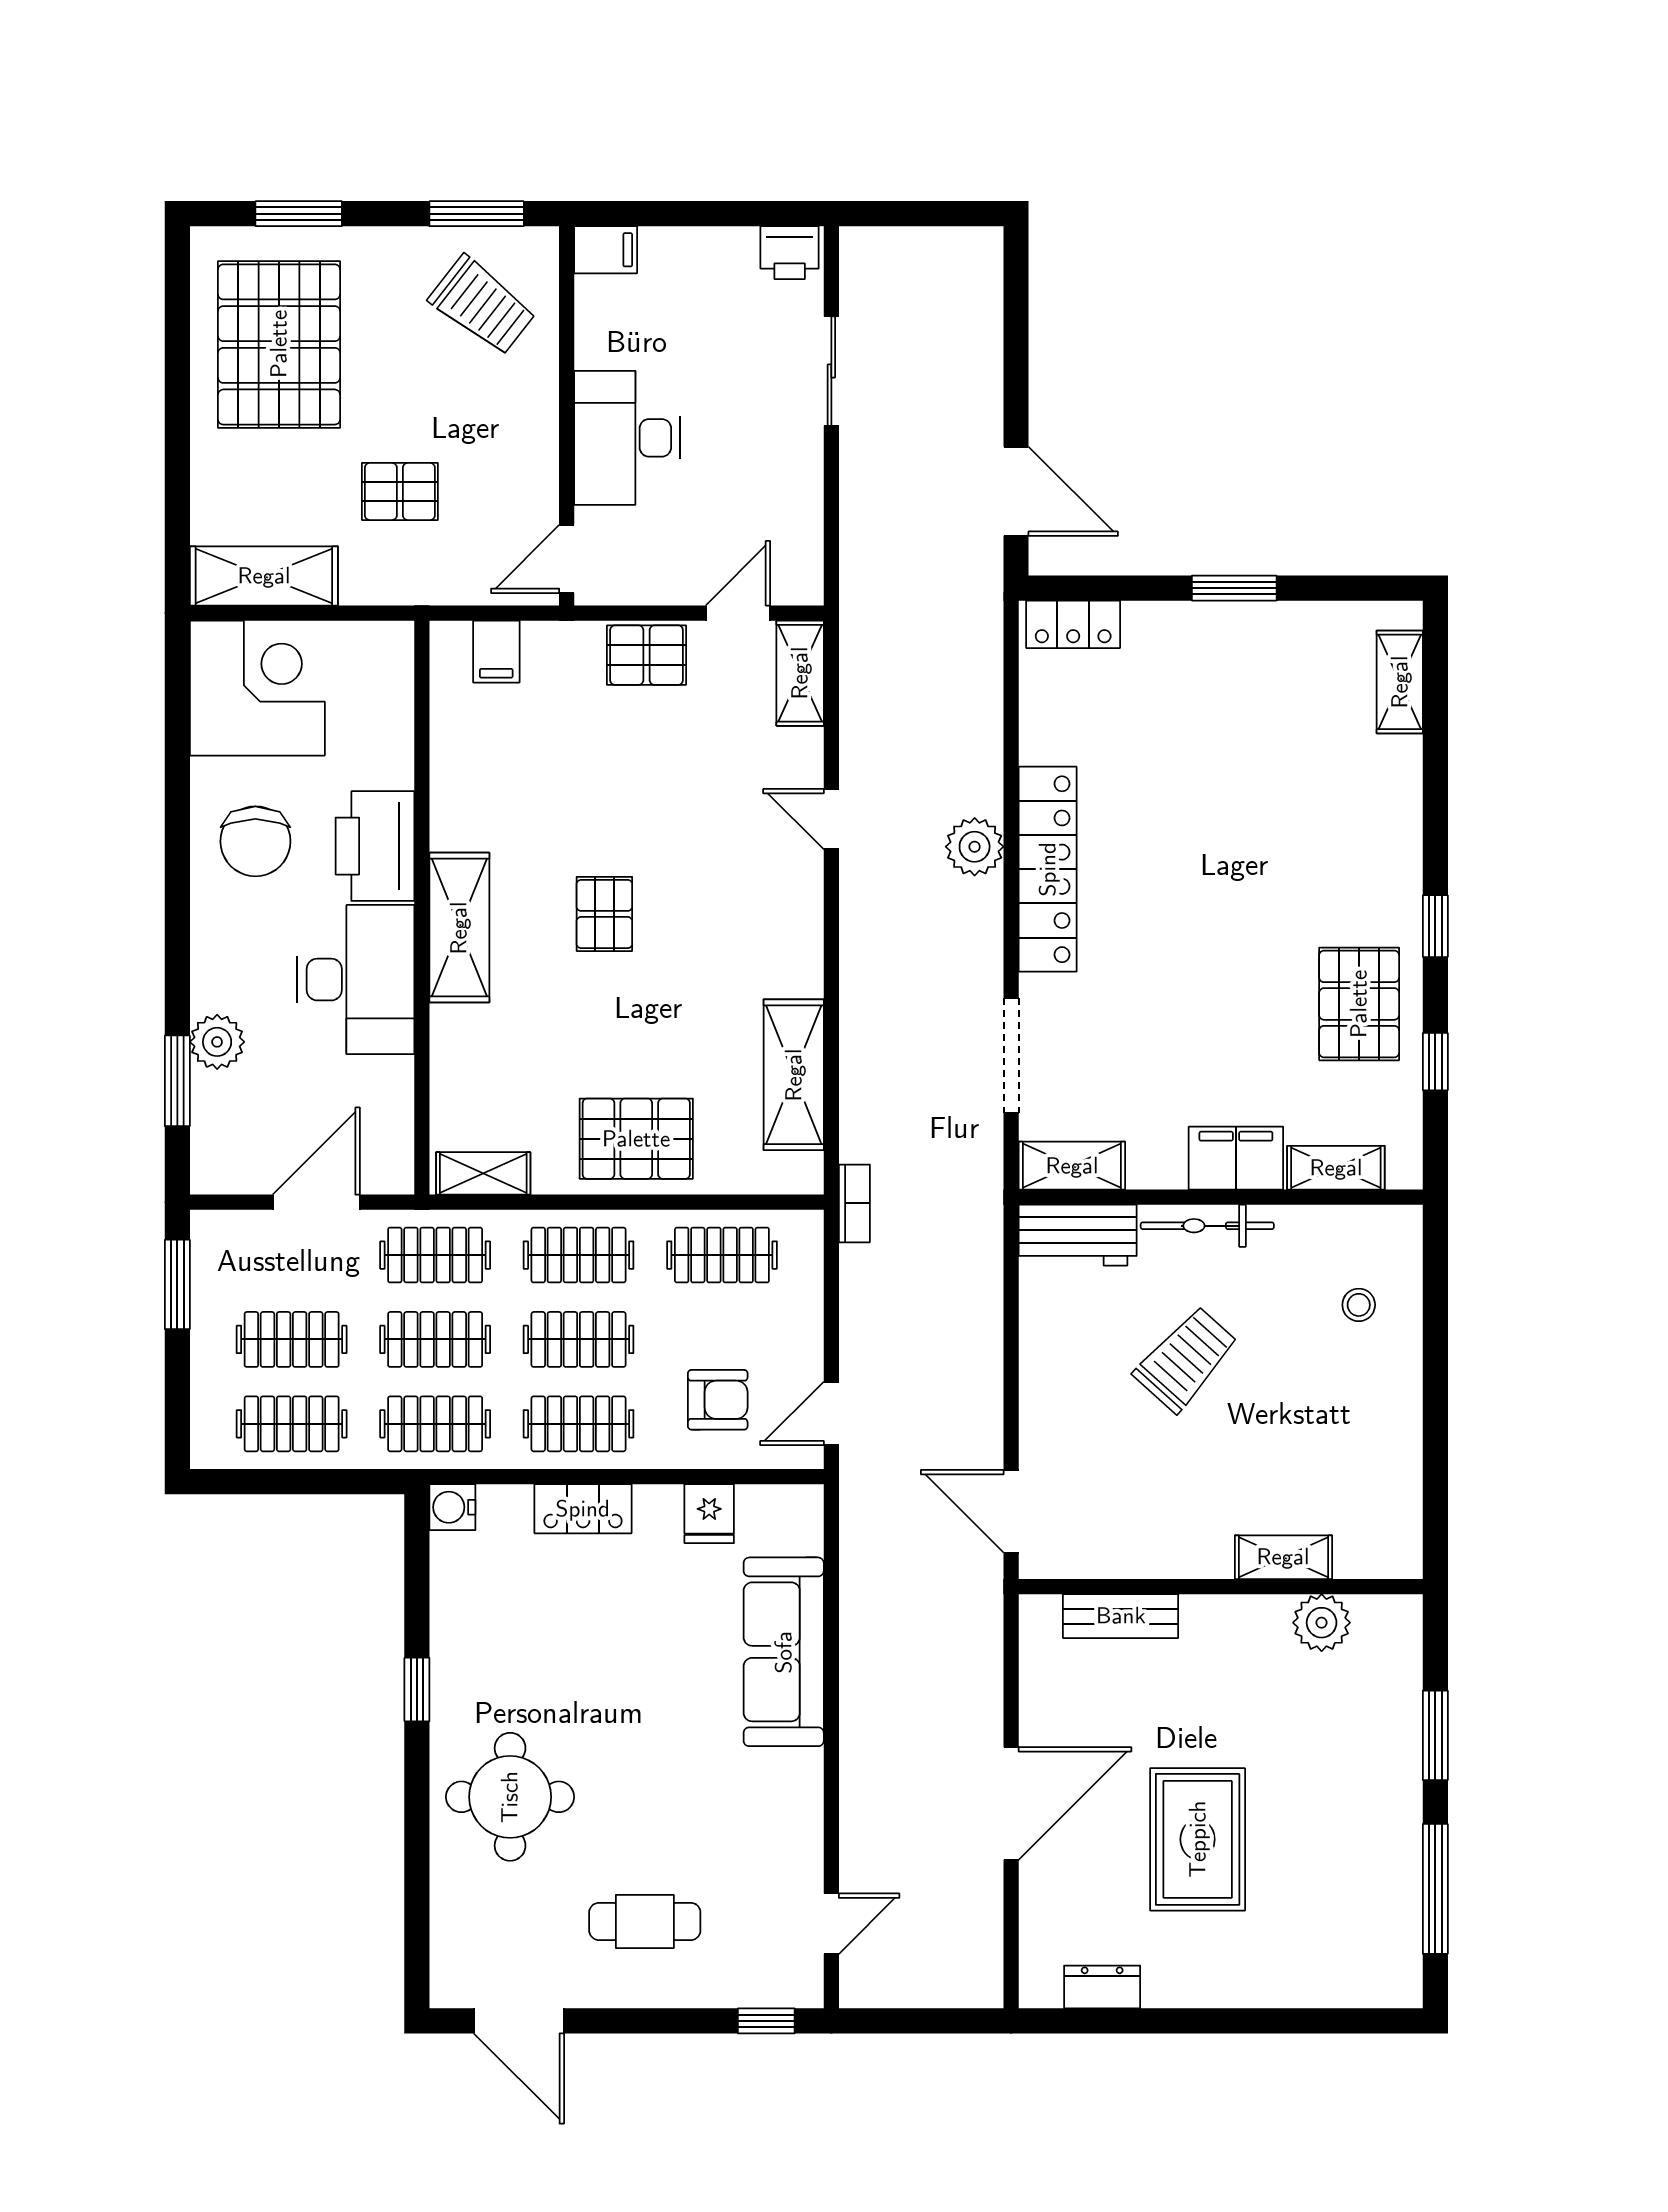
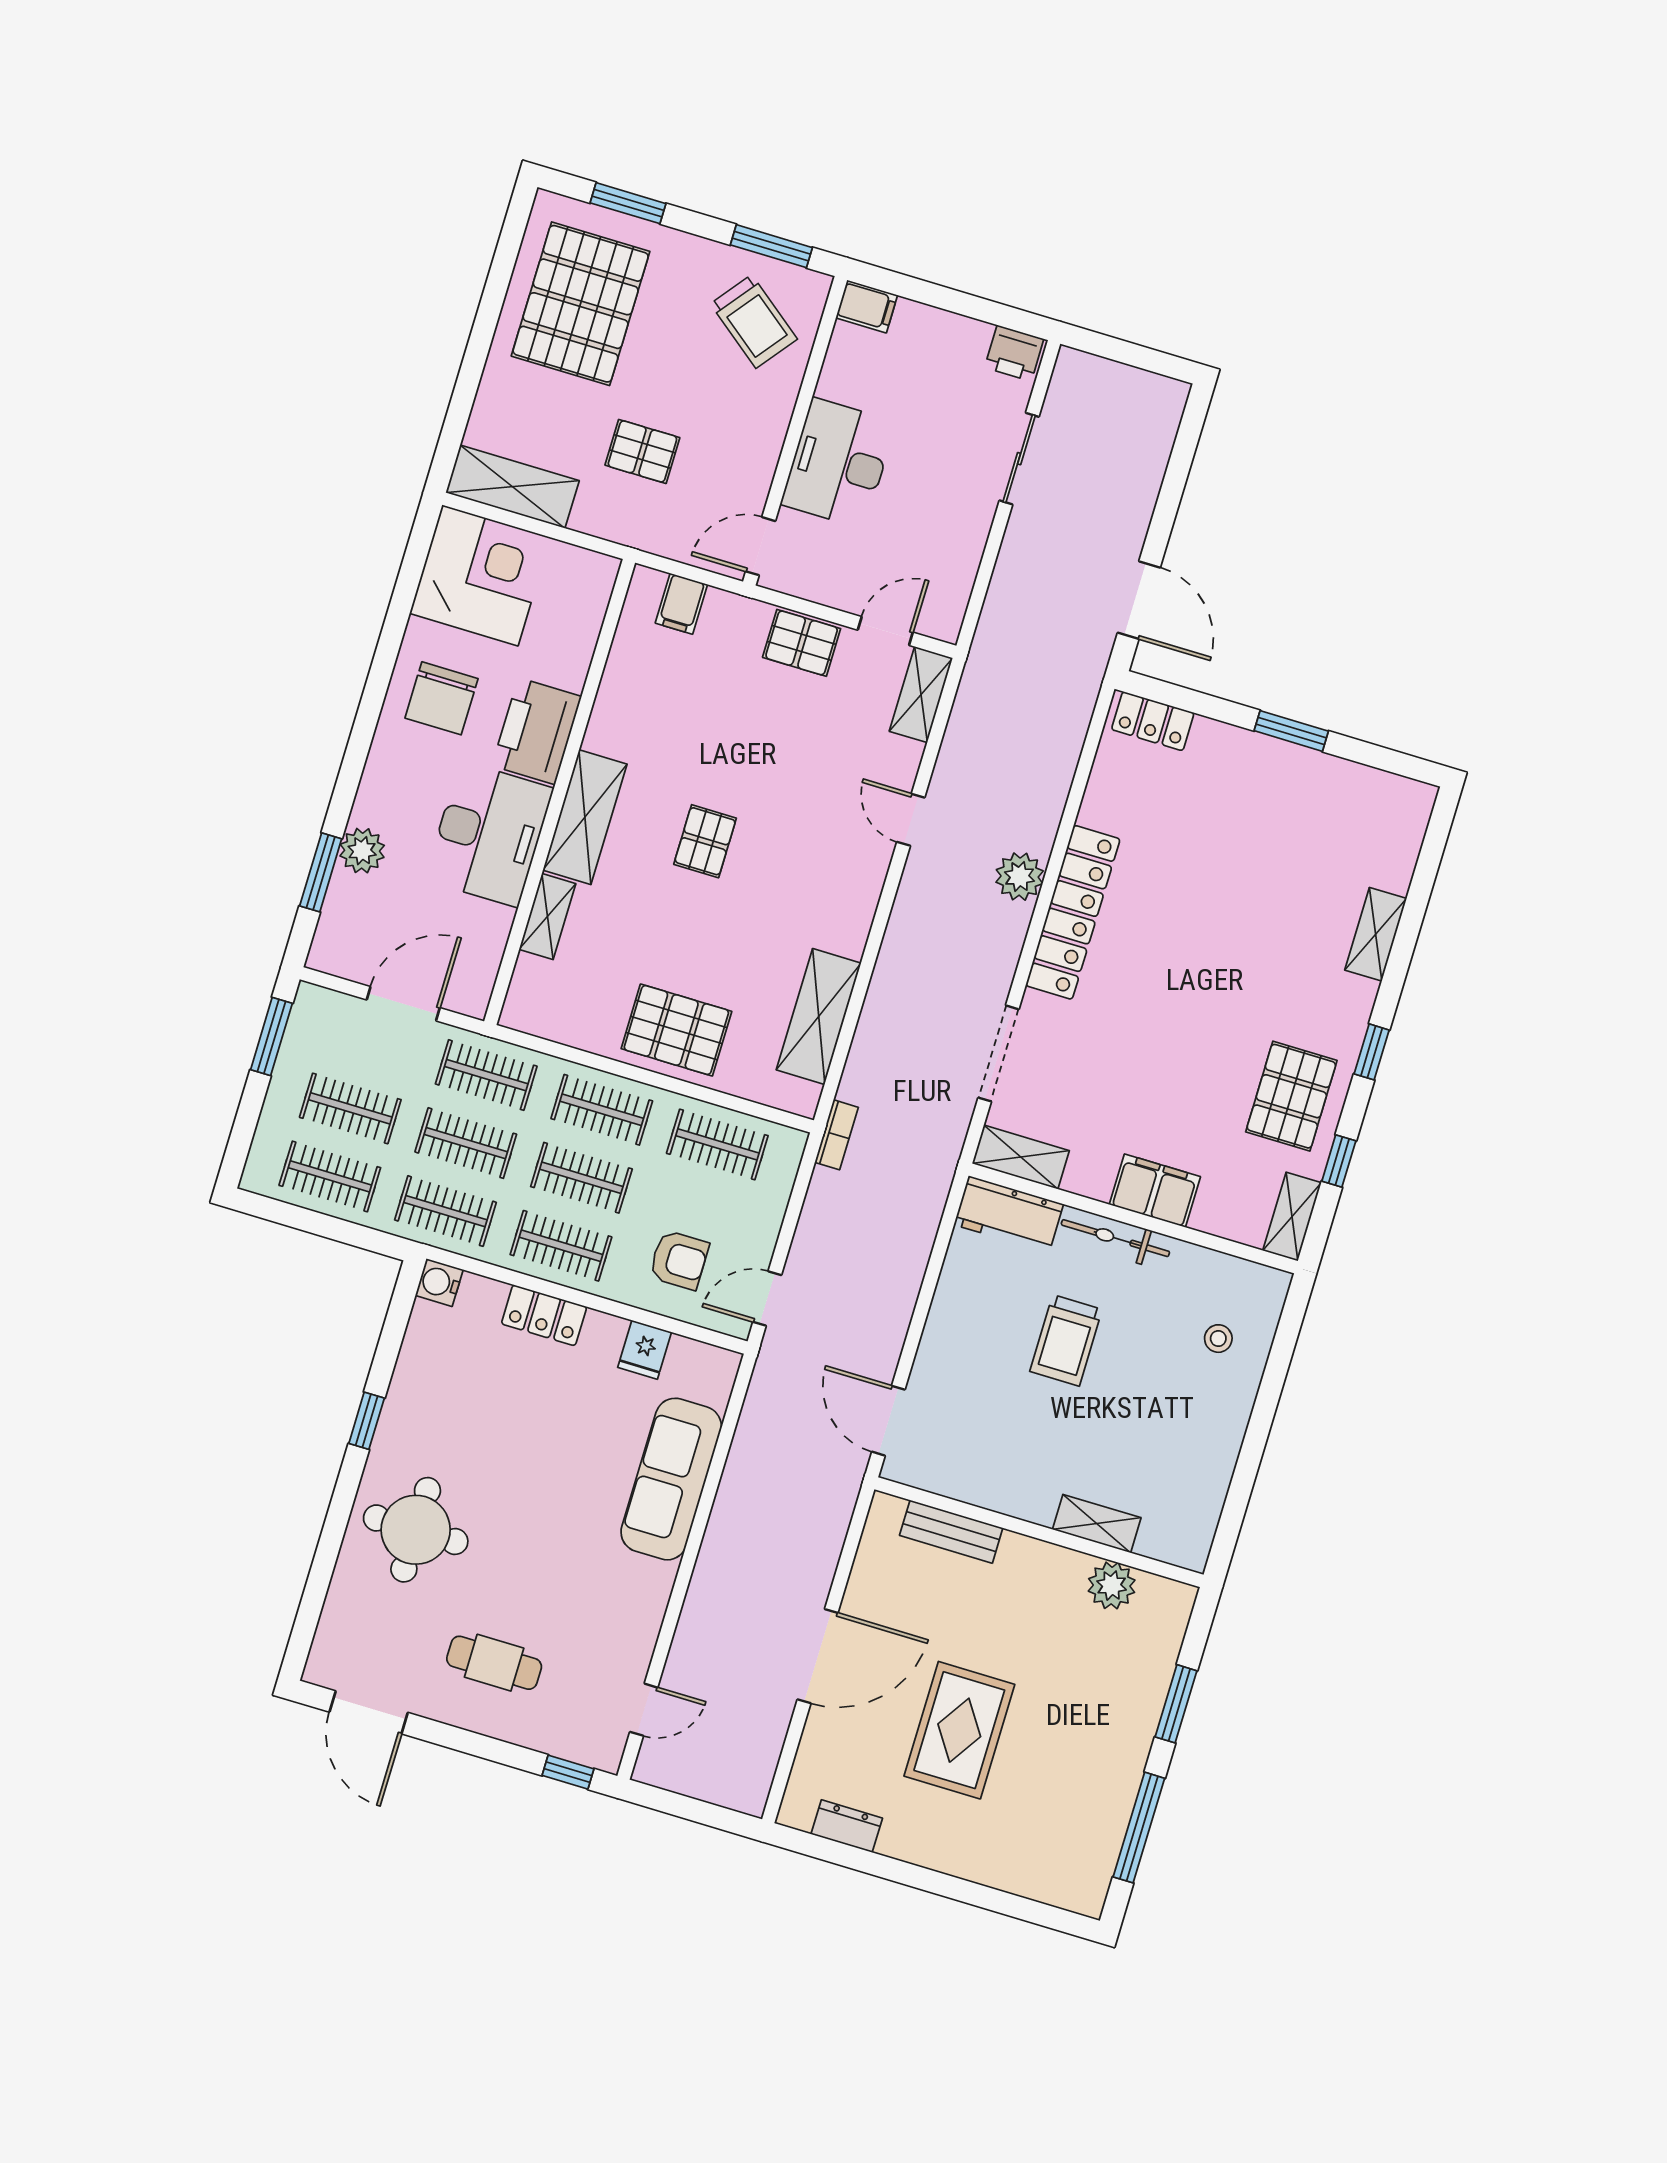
shelving: (1400, 682) -> (1376, 934), moved
shelving: (1336, 1168) -> (1292, 1217), moved, turned 90
shelving: (483, 1173) -> (547, 917), moved, turned 90
trolley: (1186, 1359) -> (1066, 1340), turned 138

